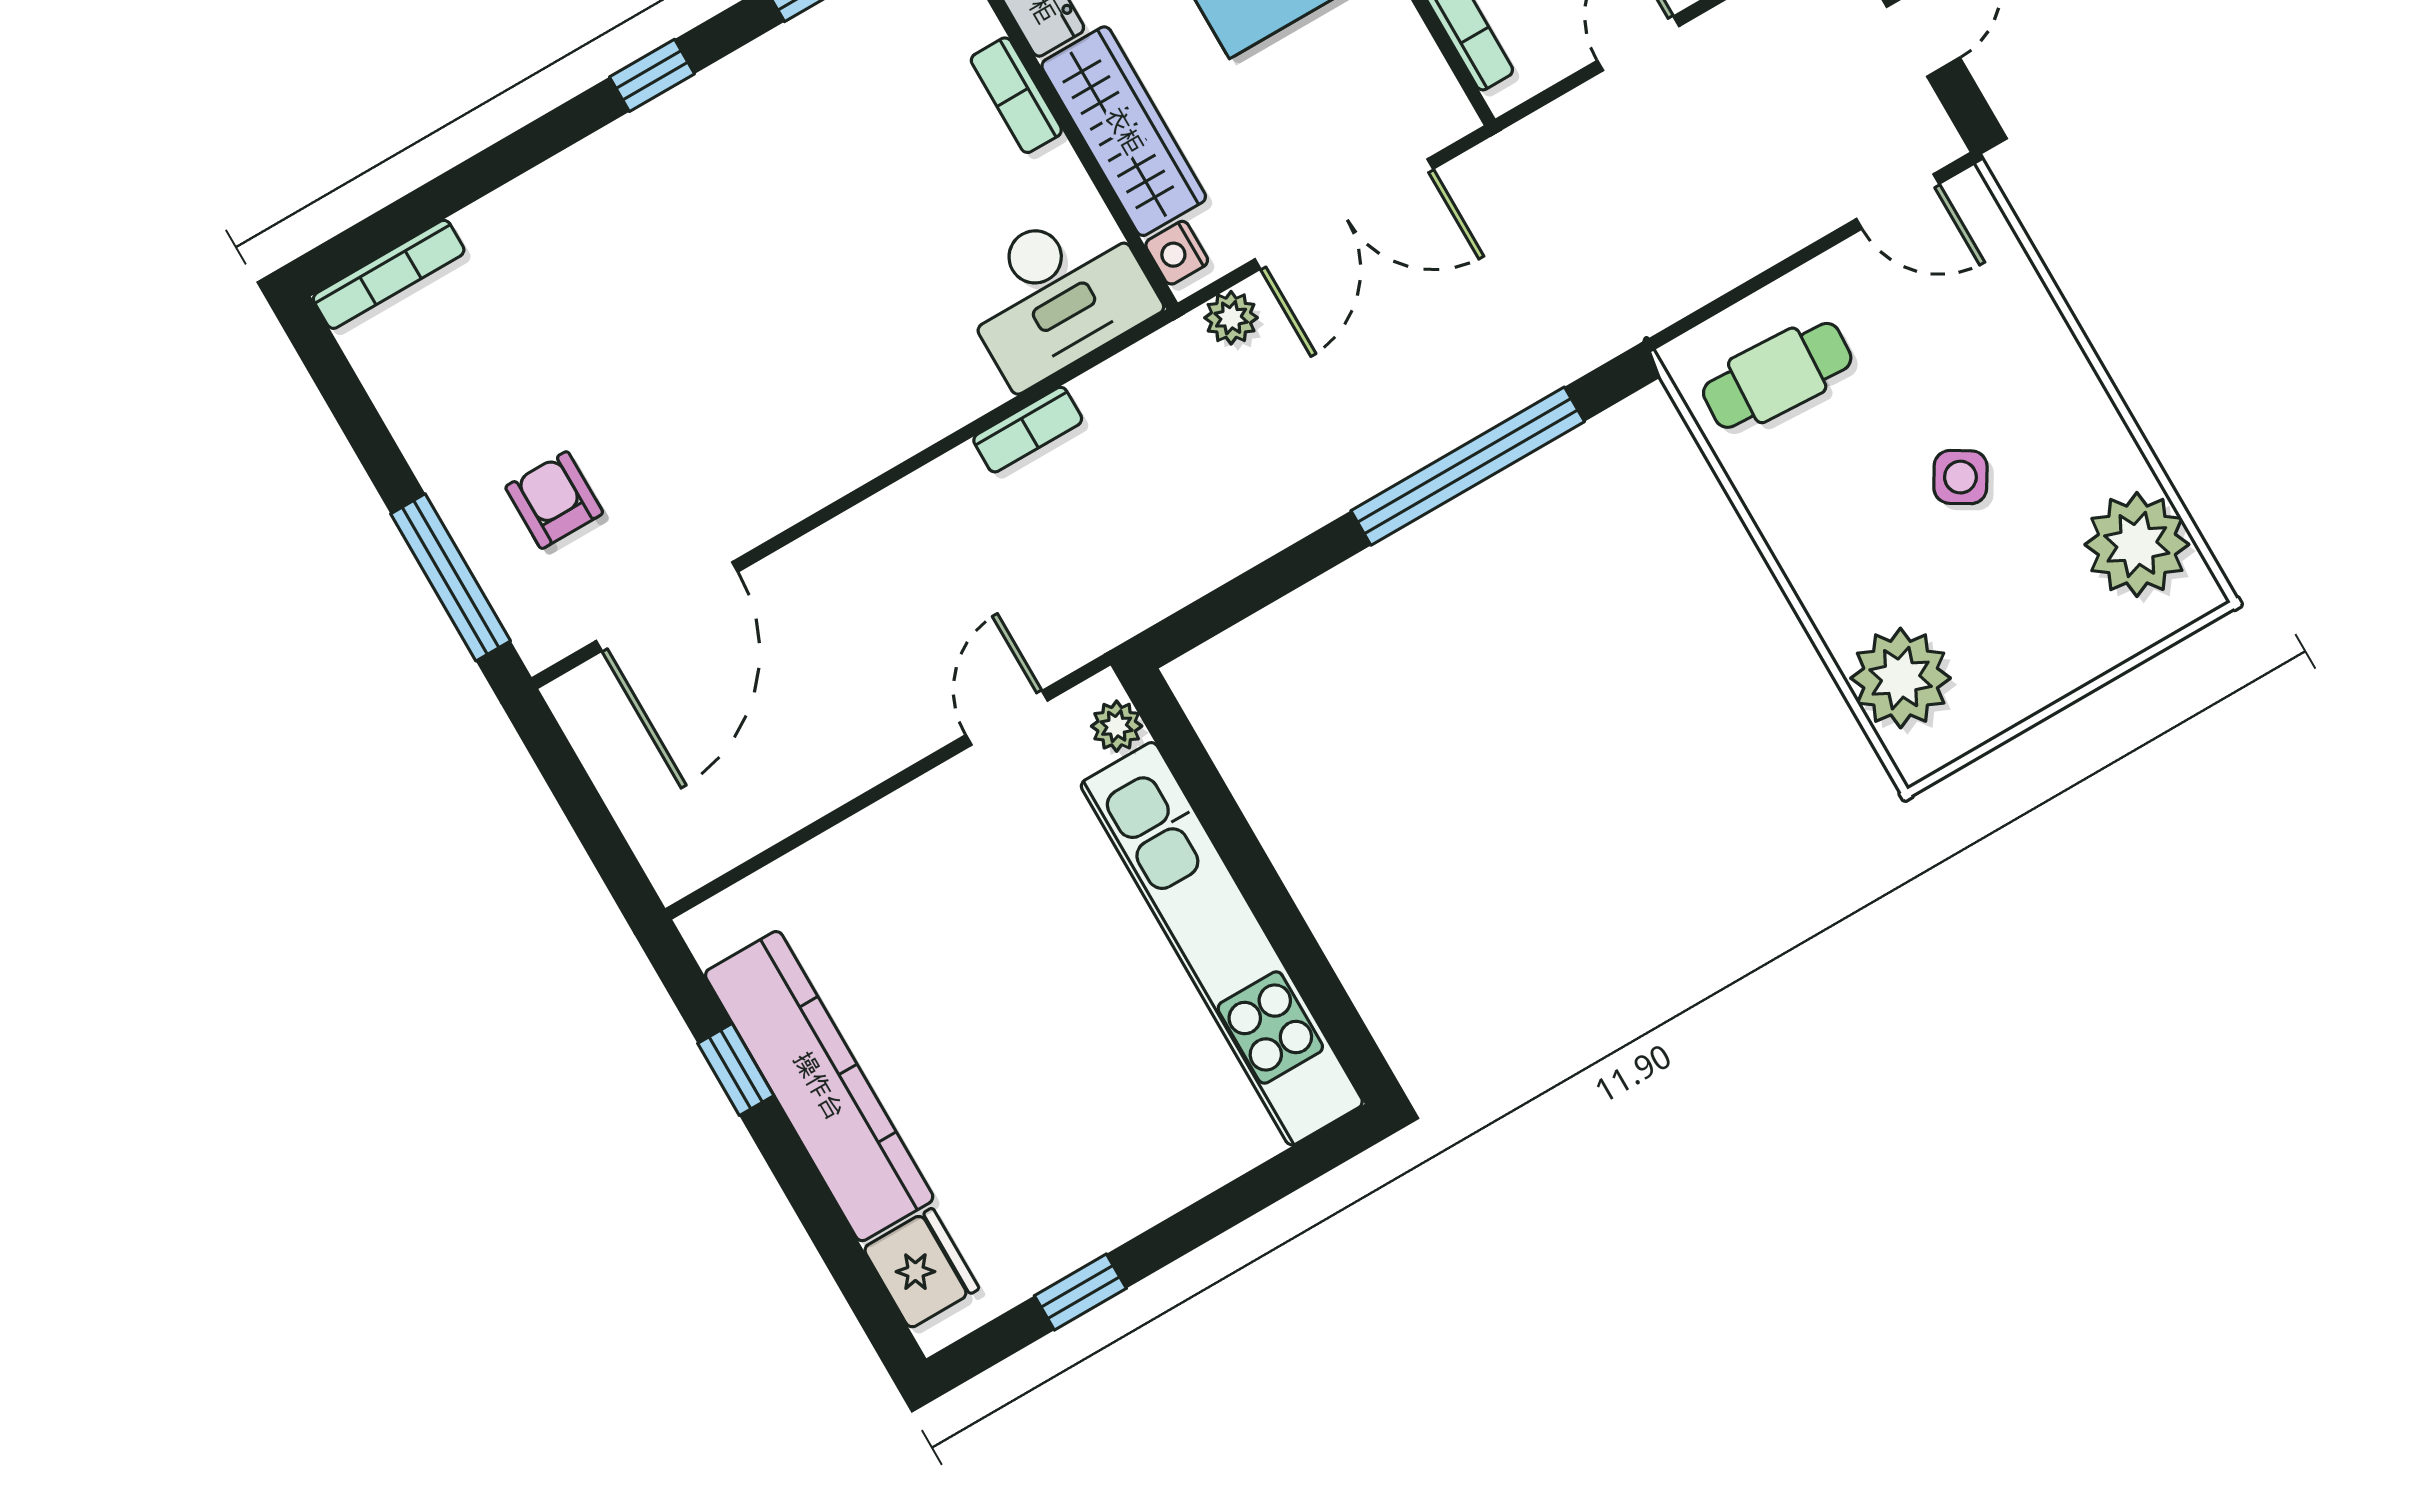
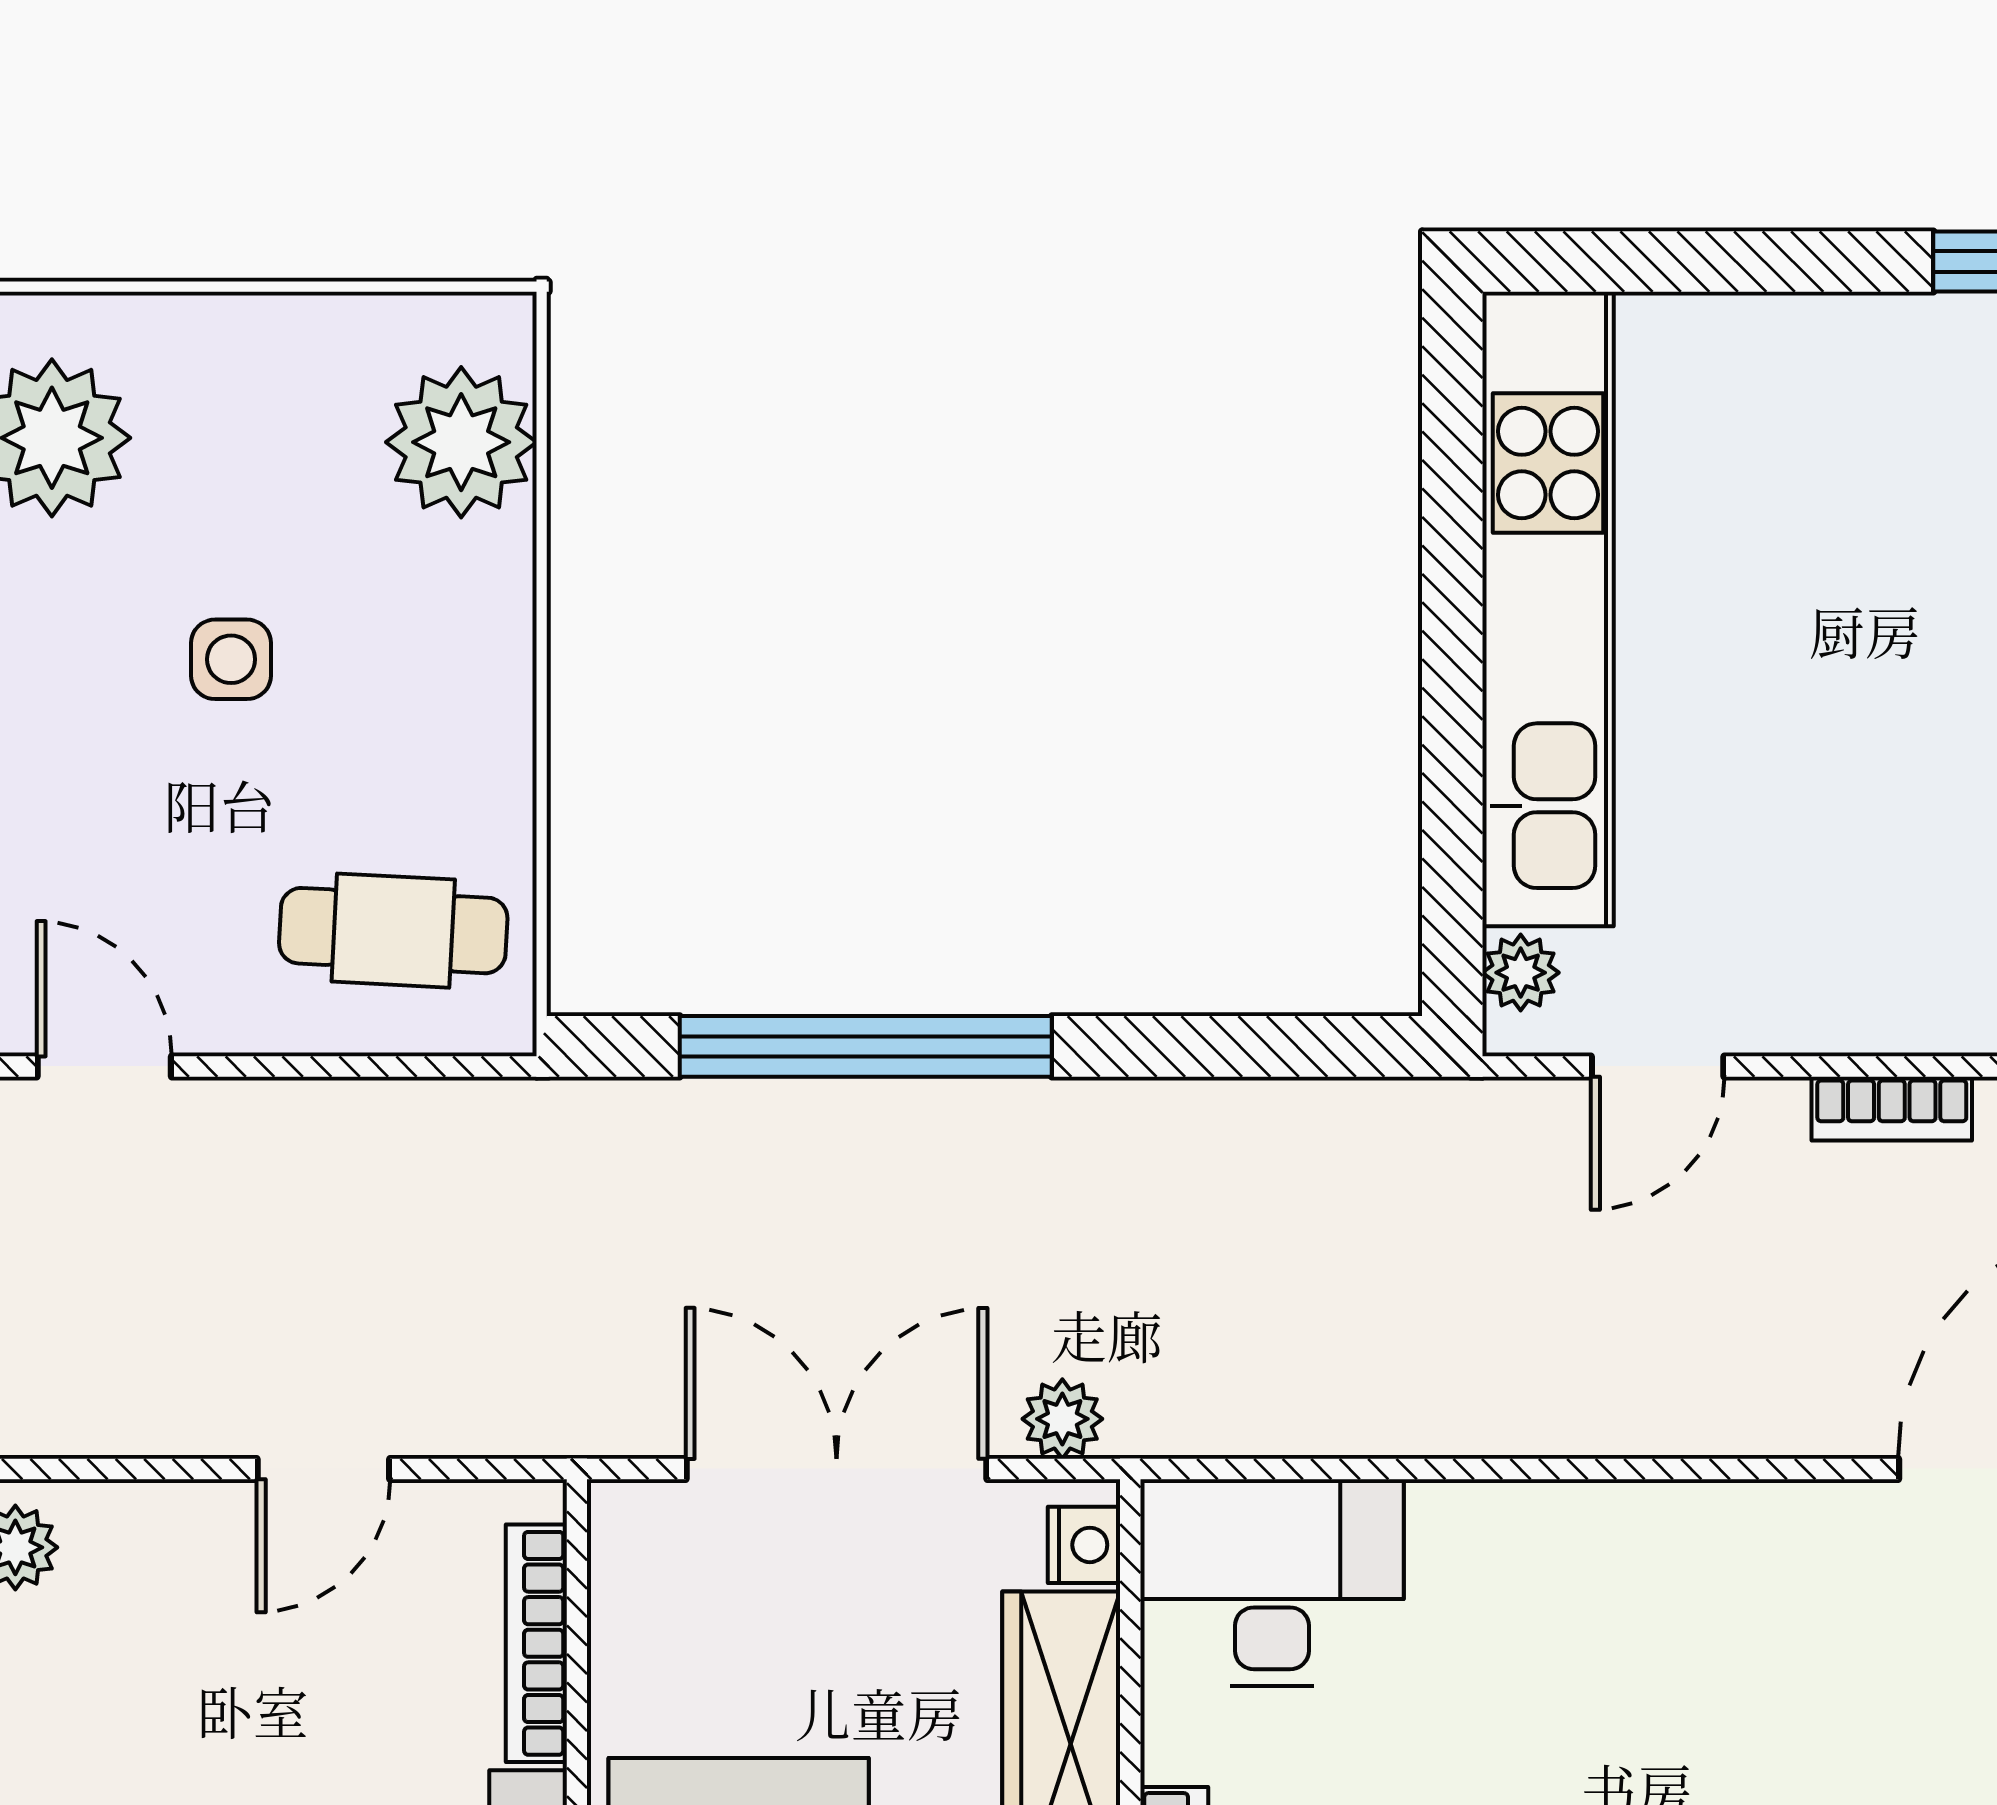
bookcase: (1028, 430) -> (1892, 1109), moved, turned 180
side table: (1960, 477) -> (231, 659), turned -31

